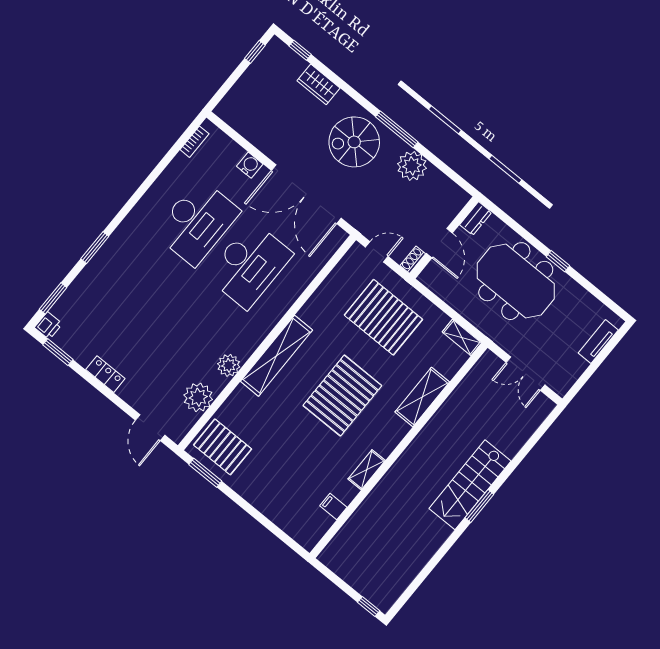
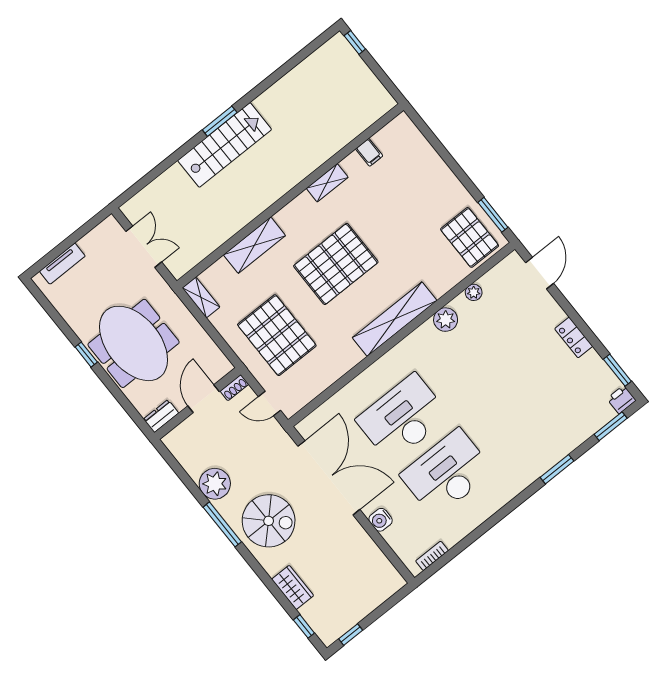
plant: (198, 397) -> (474, 292), width x0.53, depth x0.53

